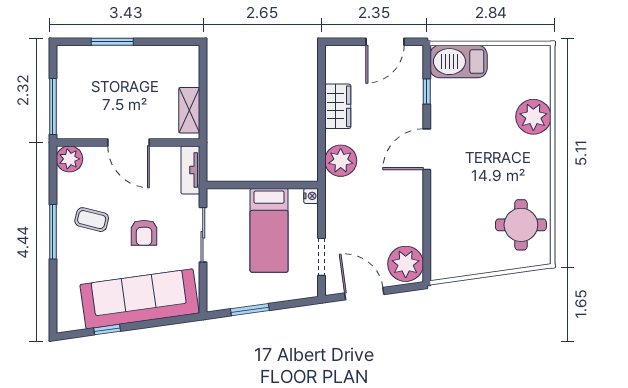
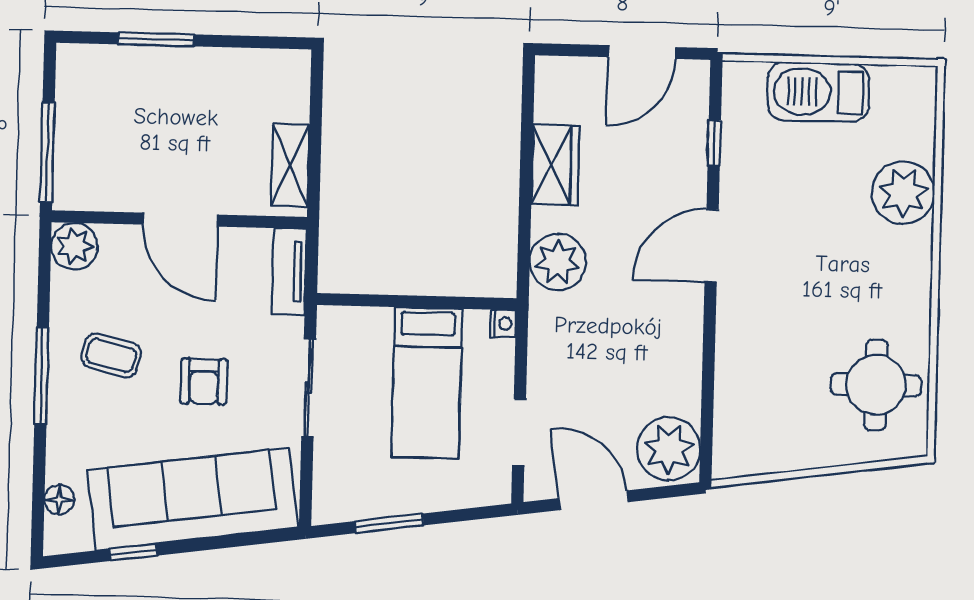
barbecue: (459, 62) -> (818, 92), moved
floor lamp: (65, 301) -> (59, 500), added

